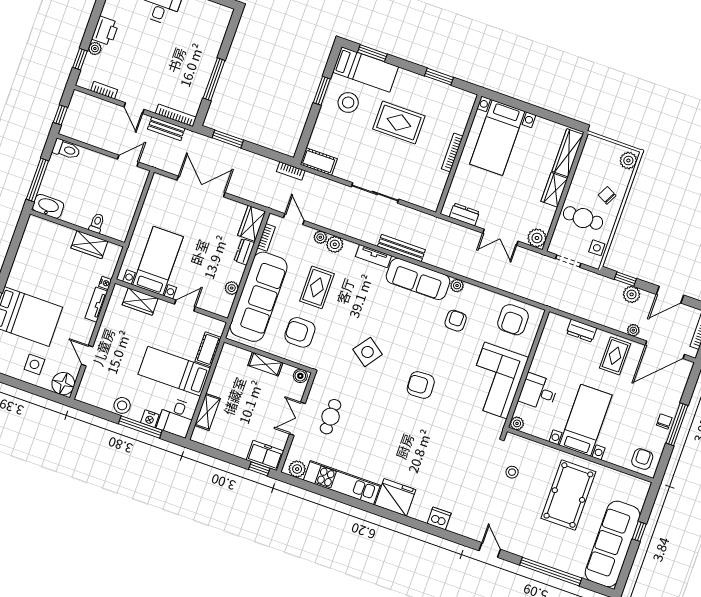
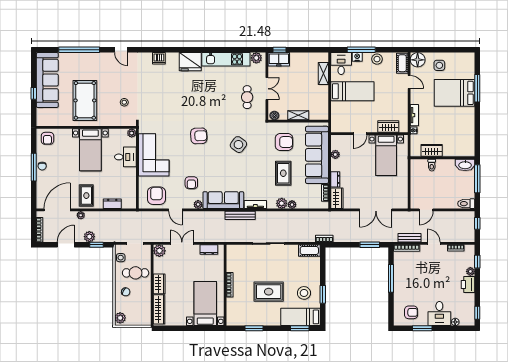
armchair: (202, 19) -> (411, 312), added
door: (294, 219) -> (175, 210), moved
cot: (208, 349) -> (402, 63), moved

